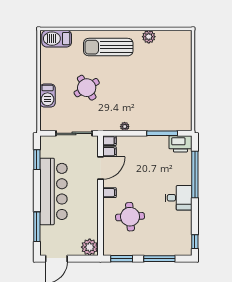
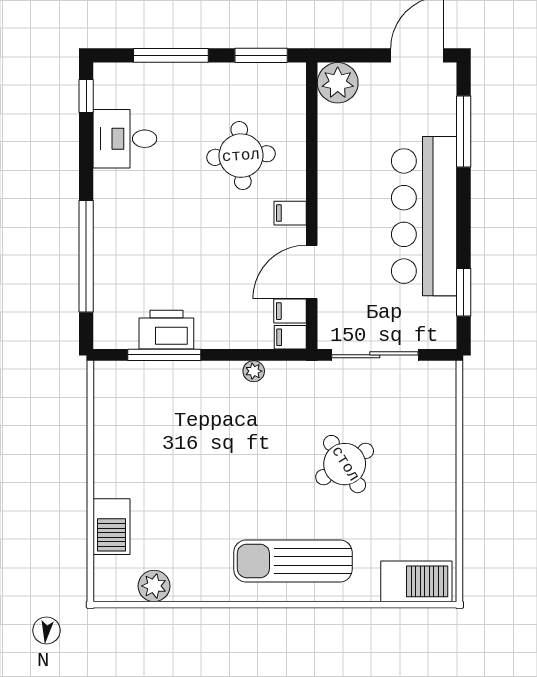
plant: (149, 37) -> (154, 586), moved
sun lounger: (108, 47) -> (293, 561), turned 180
barbecue: (48, 95) -> (111, 527), moved, turned 180
printer: (180, 144) -> (166, 330), moved
desk: (179, 198) -> (125, 139), moved

